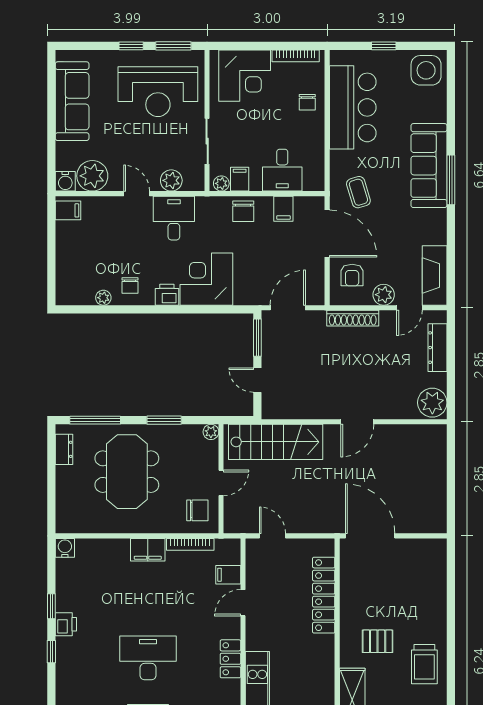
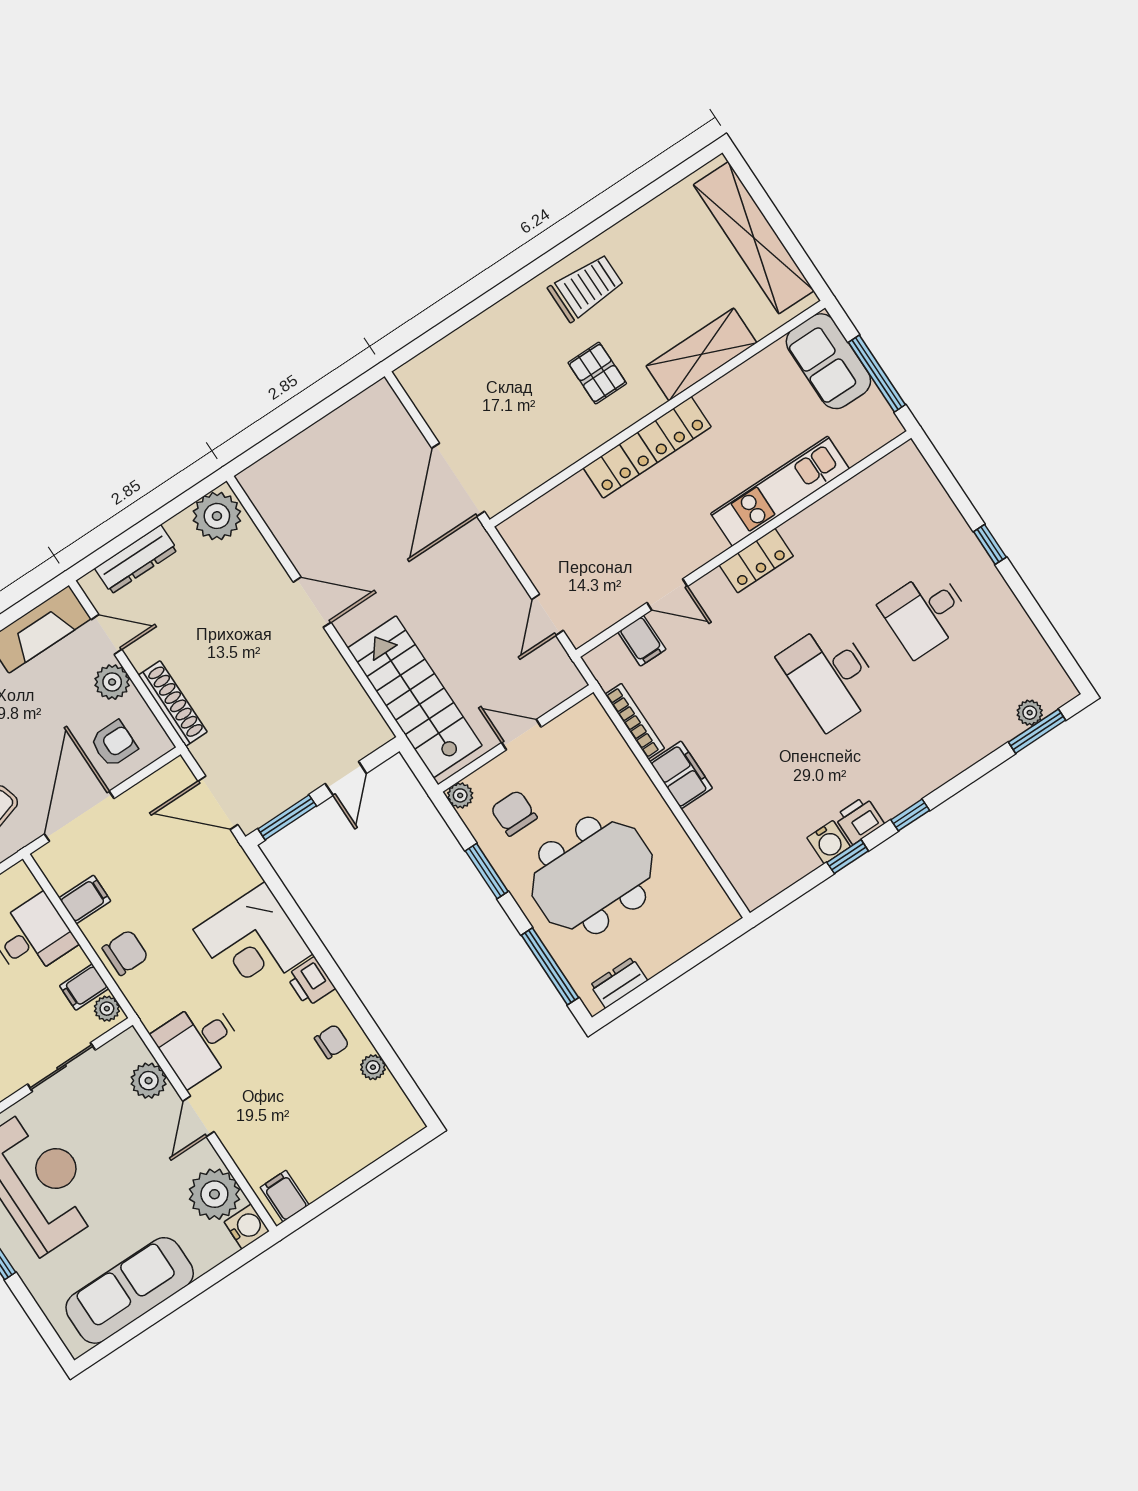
chair: (197, 510) -> (514, 813), moved
water cooler: (65, 548) -> (829, 842), moved, turned -90
locker: (324, 595) -> (647, 447), moved

